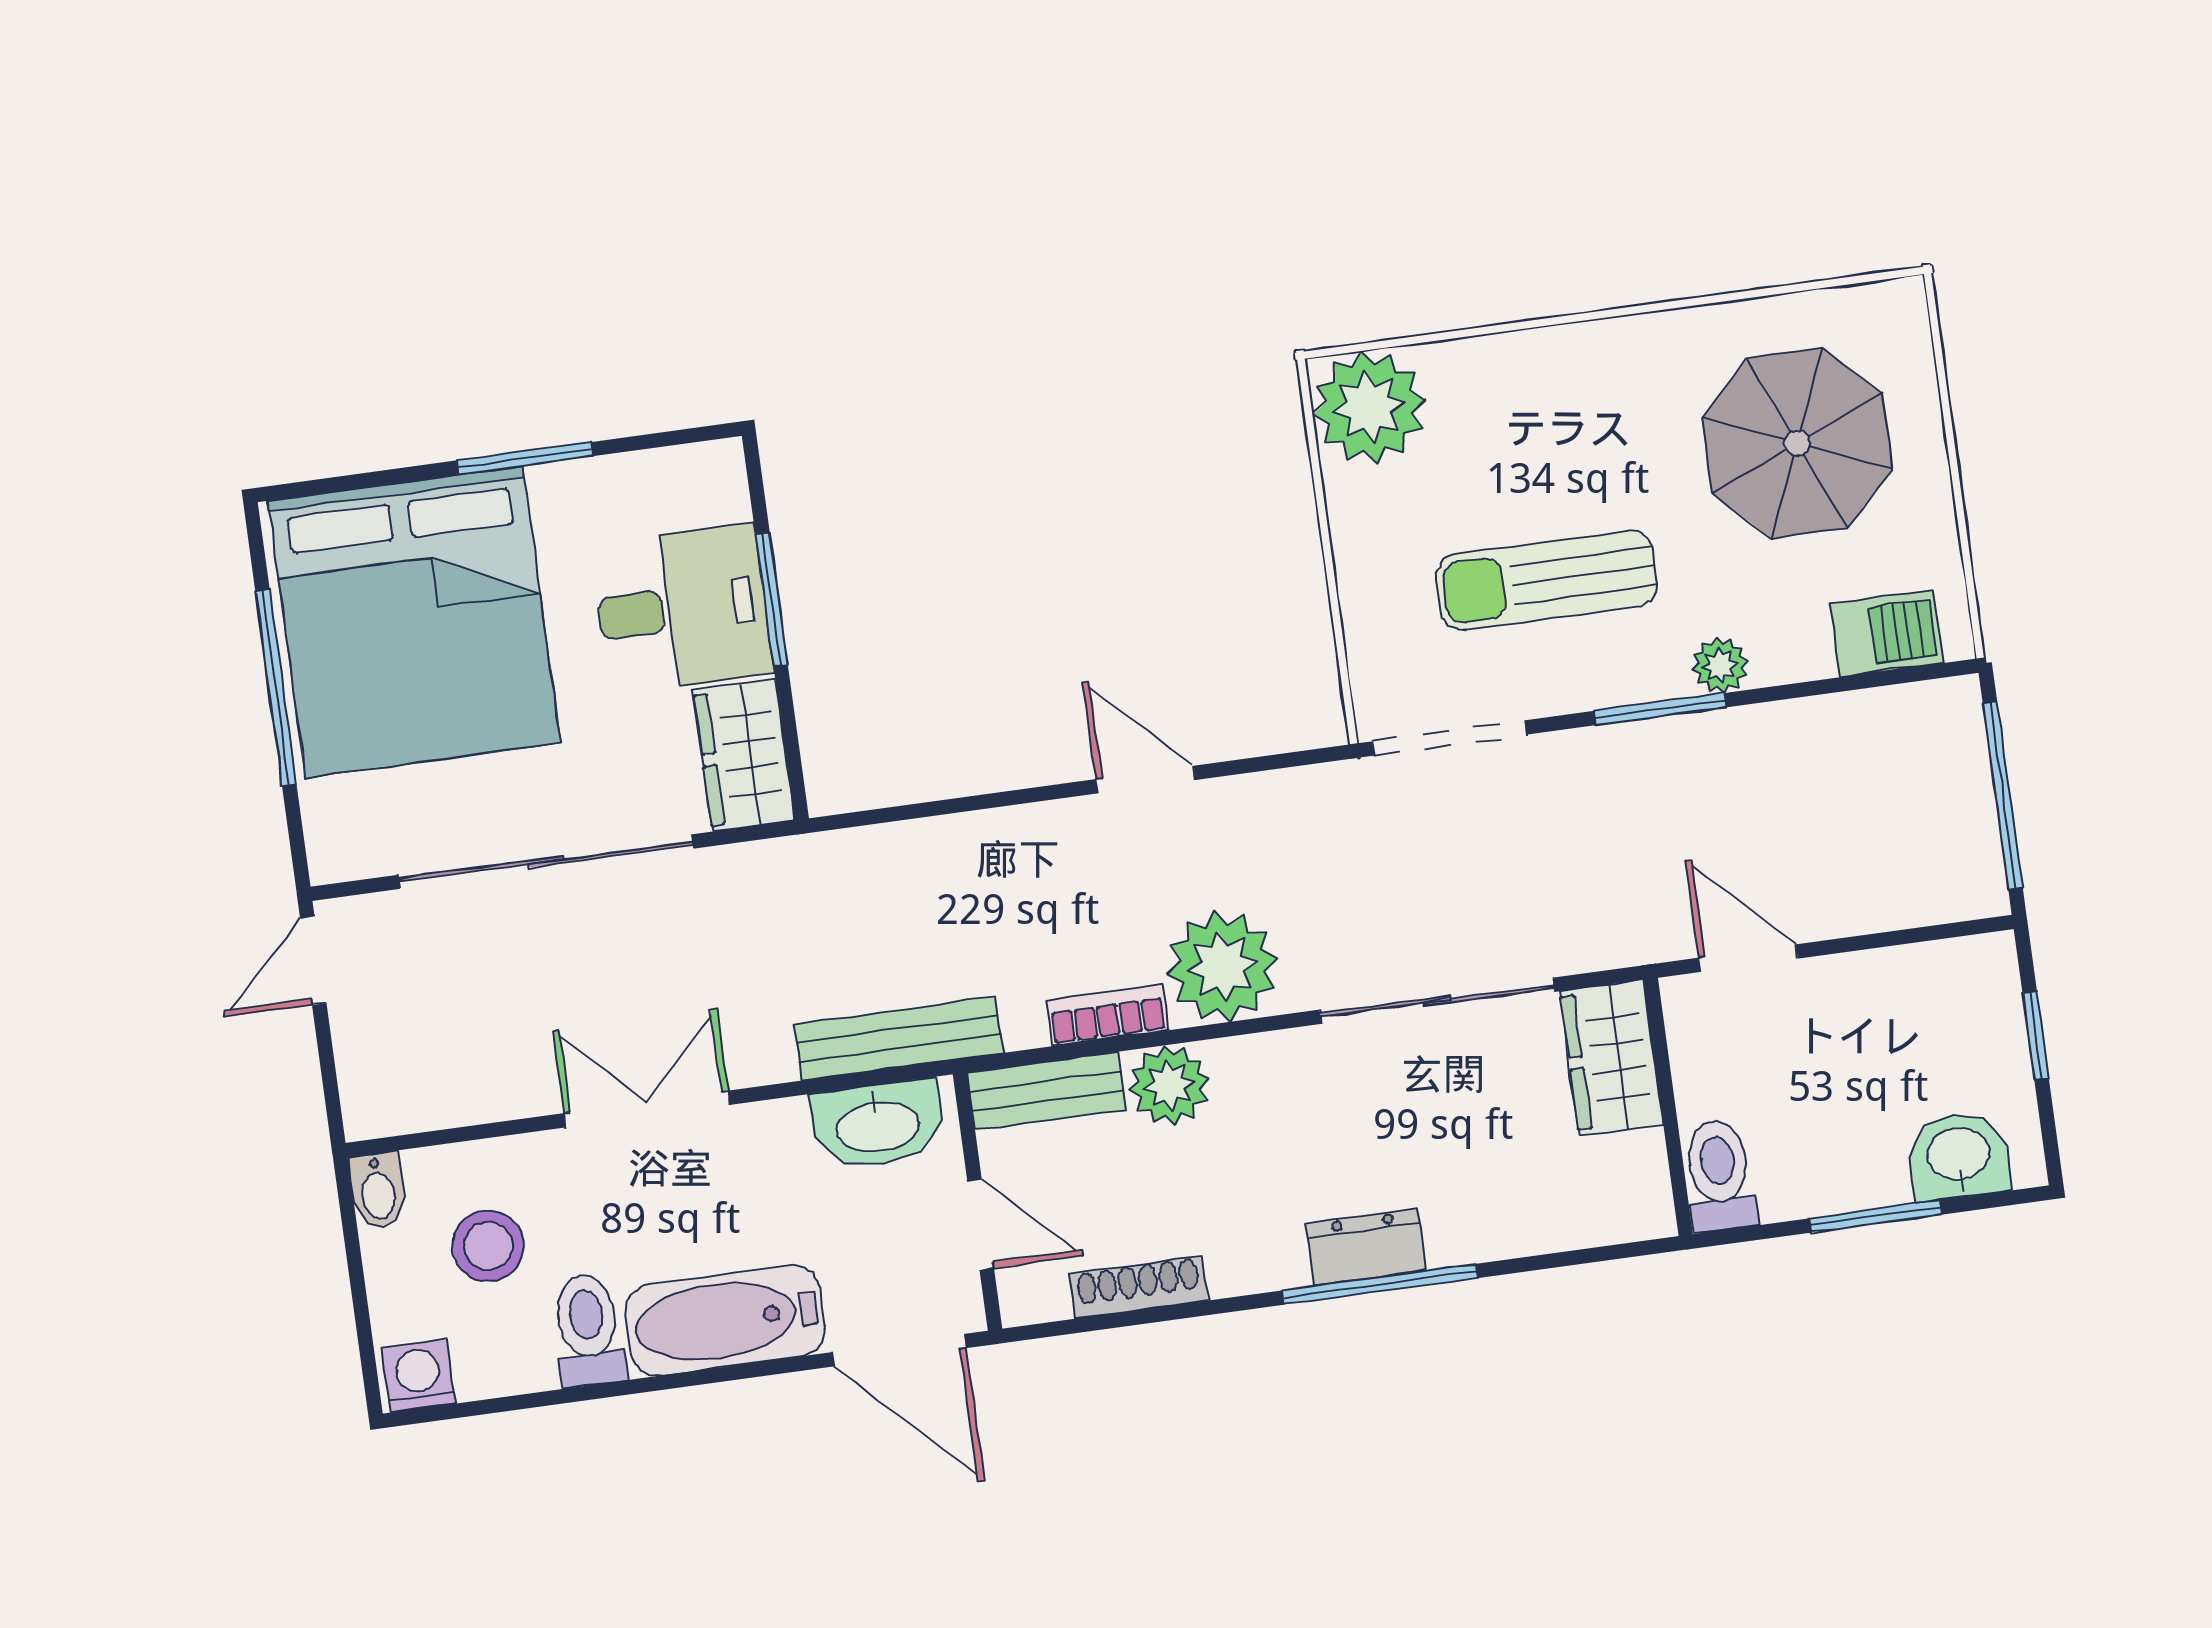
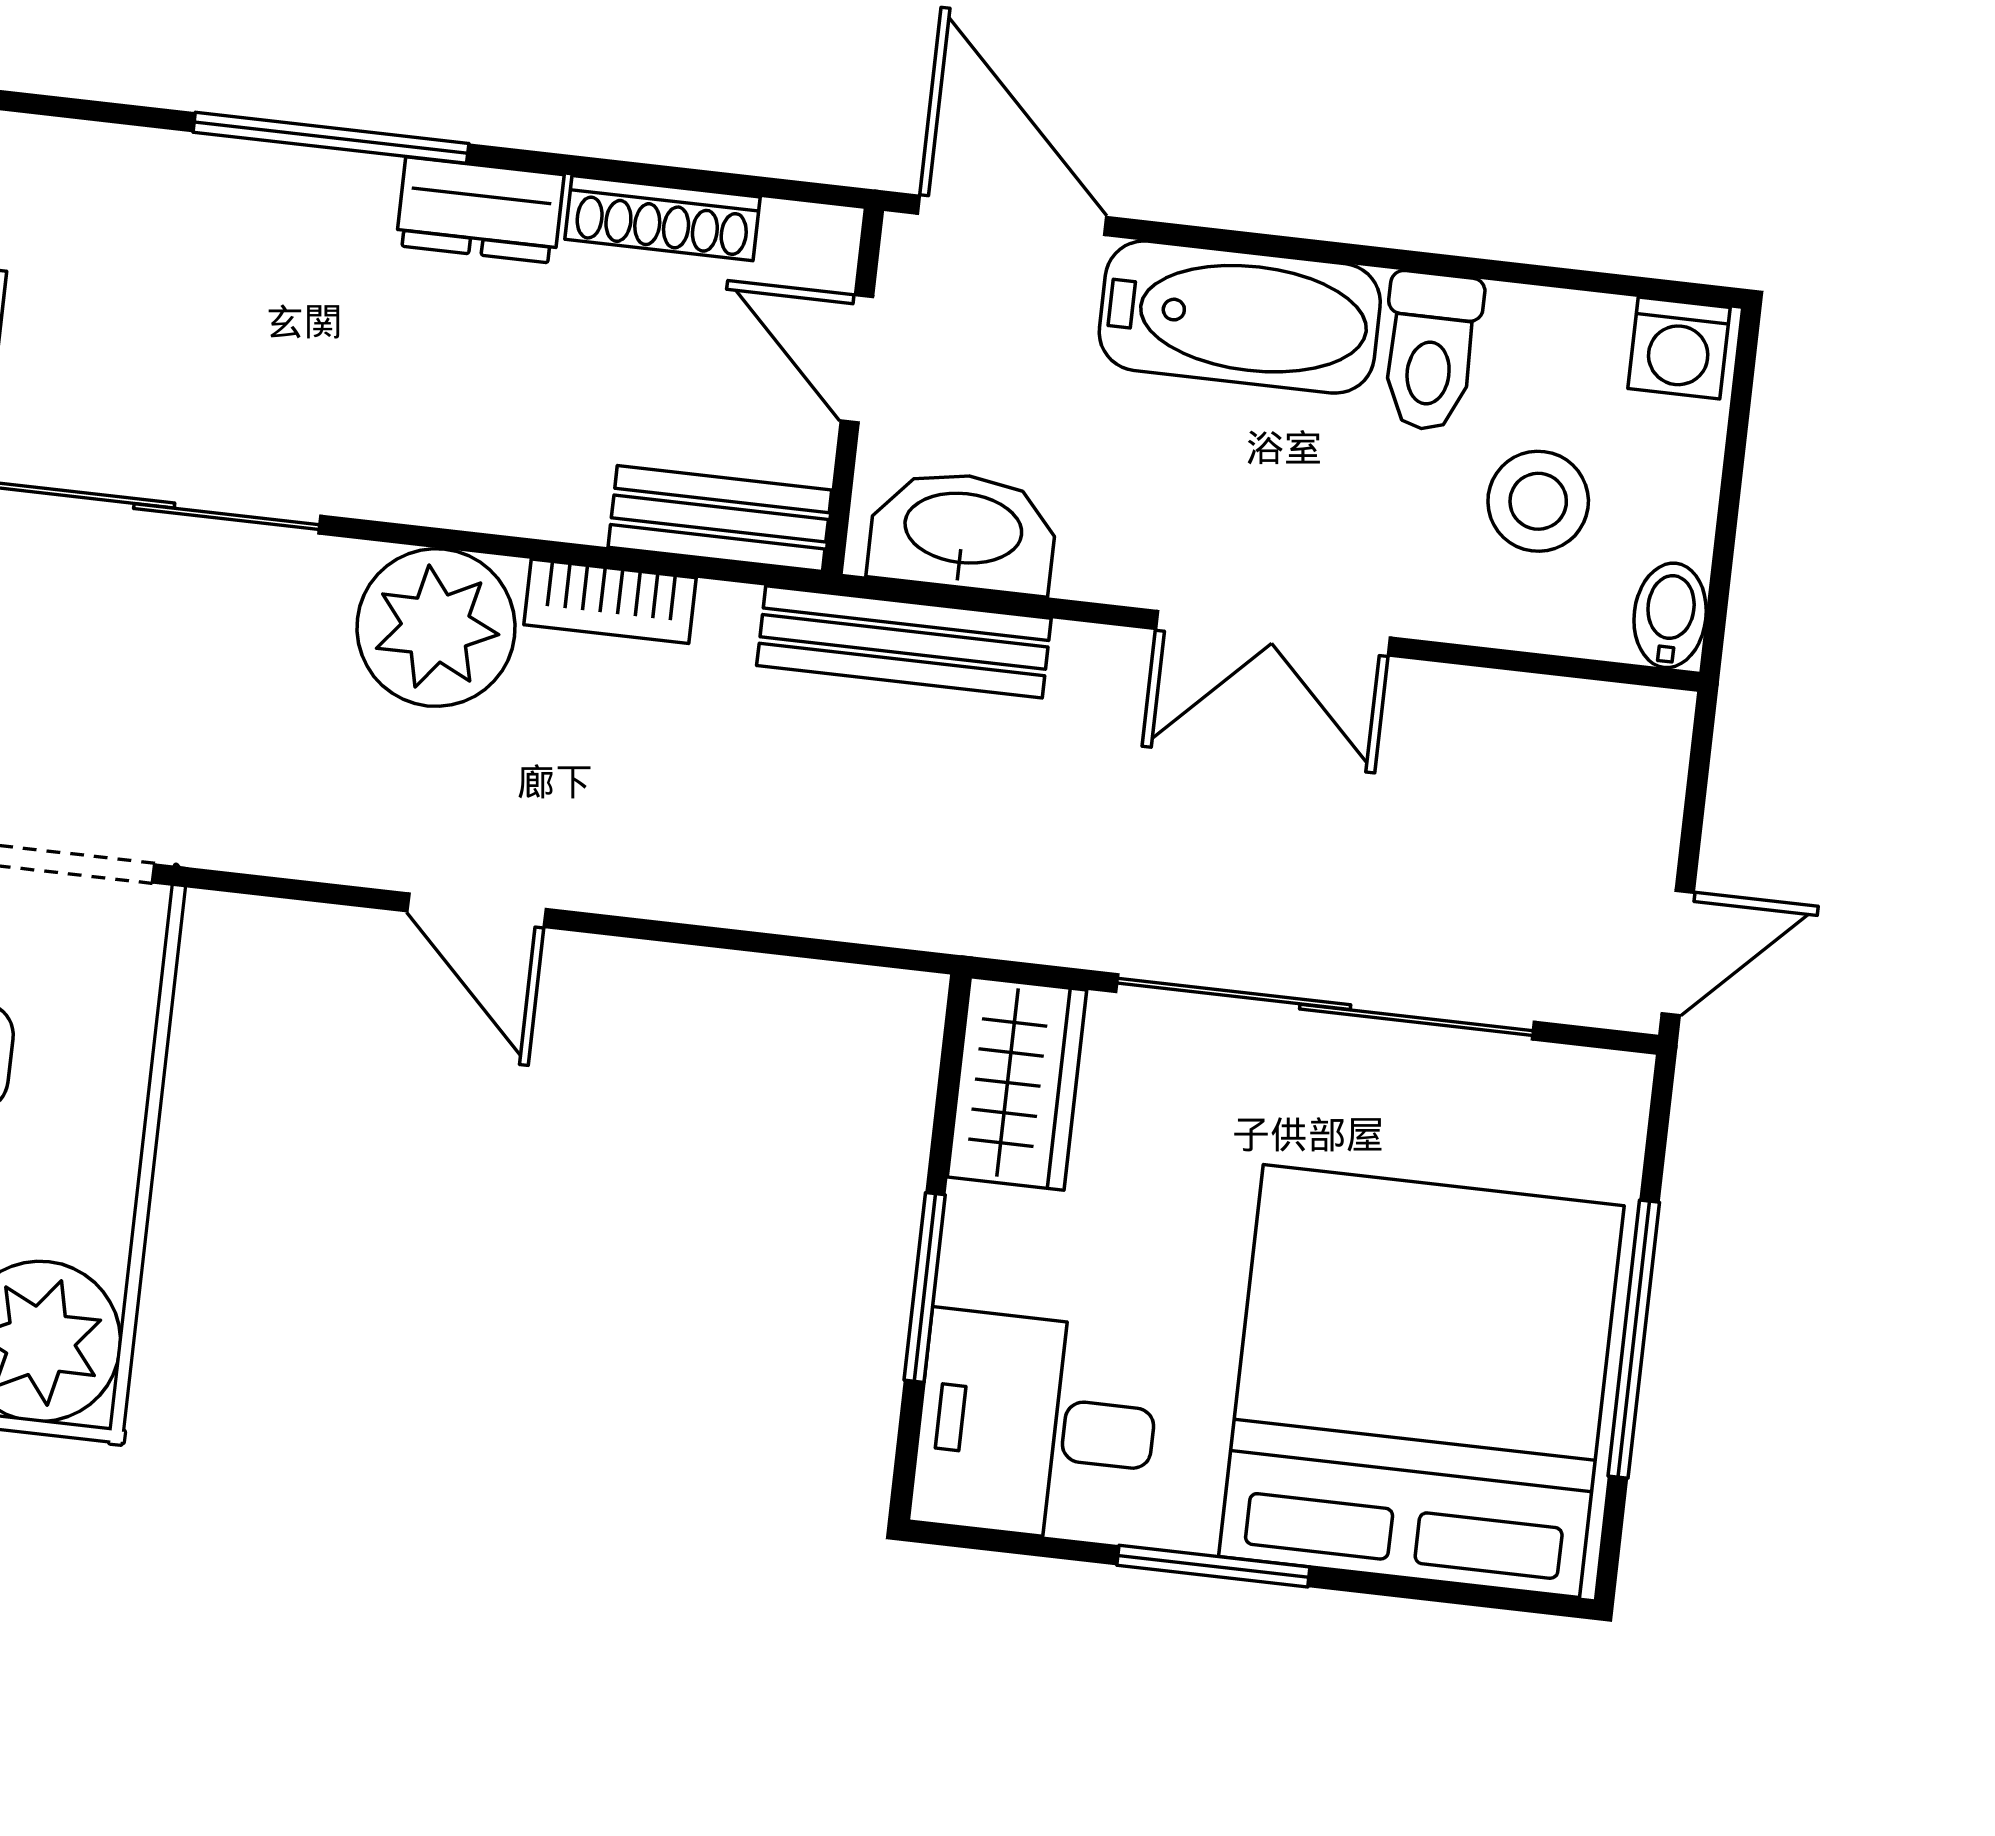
desk: (682, 608) -> (1036, 1427), moved
plant: (1169, 1085) -> (550, 484), removed
dresser: (1366, 1247) -> (480, 210), moved

